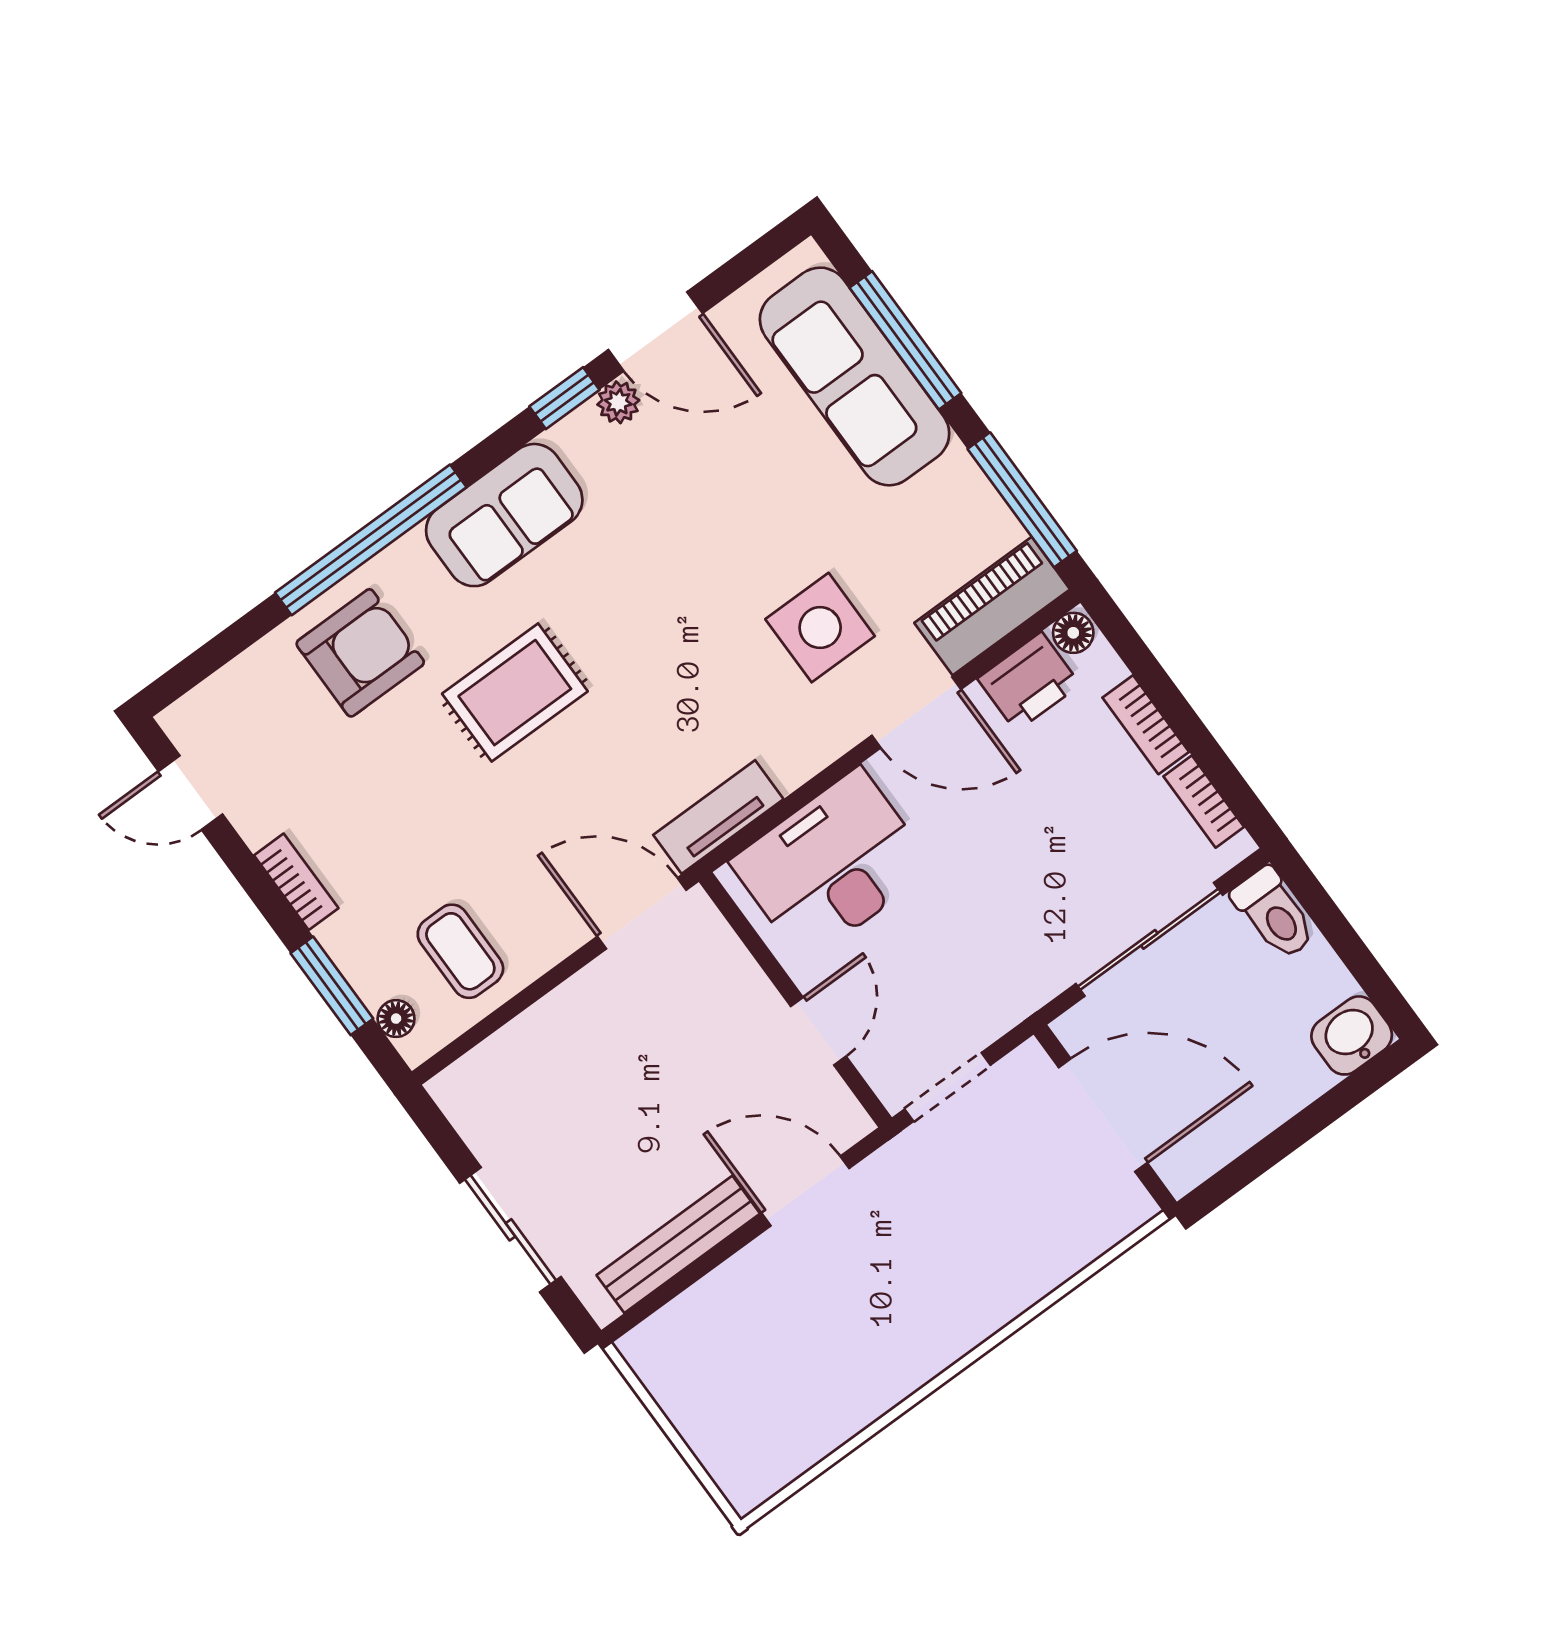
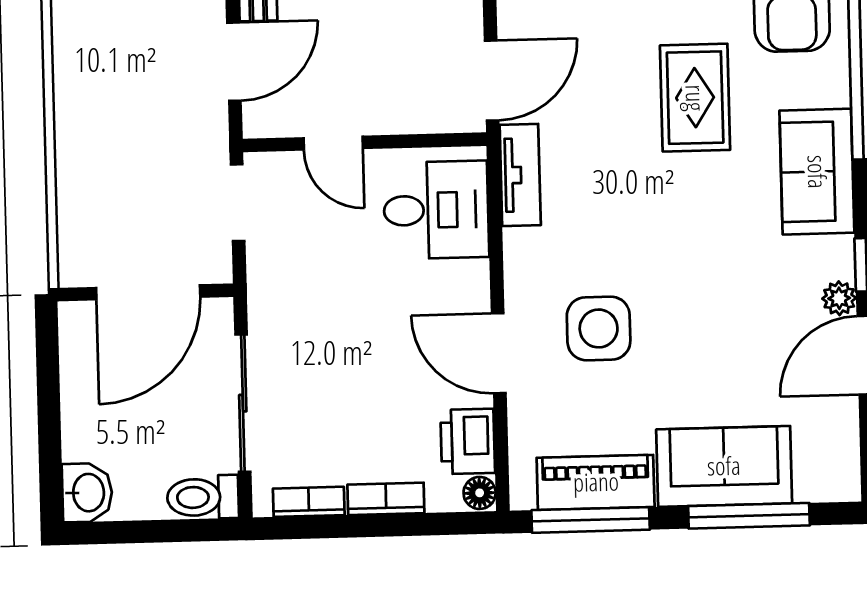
sofa: (855, 376) -> (724, 466), width x0.73
piano: (992, 606) -> (596, 482), moved, turned -90
door: (916, 712) -> (499, 353), hinge flipped
desk: (832, 865) -> (436, 210), width x0.73

